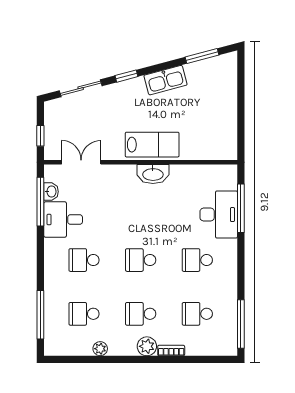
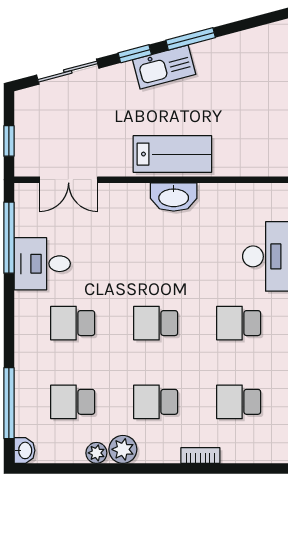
window: (202, 56) -> (191, 39), moved
kitchen sink: (165, 80) -> (164, 67), moved
double door: (81, 162) -> (69, 180), swing flipped
washbasin: (51, 192) -> (25, 450), moved
plant: (147, 346) -> (123, 449), moved

